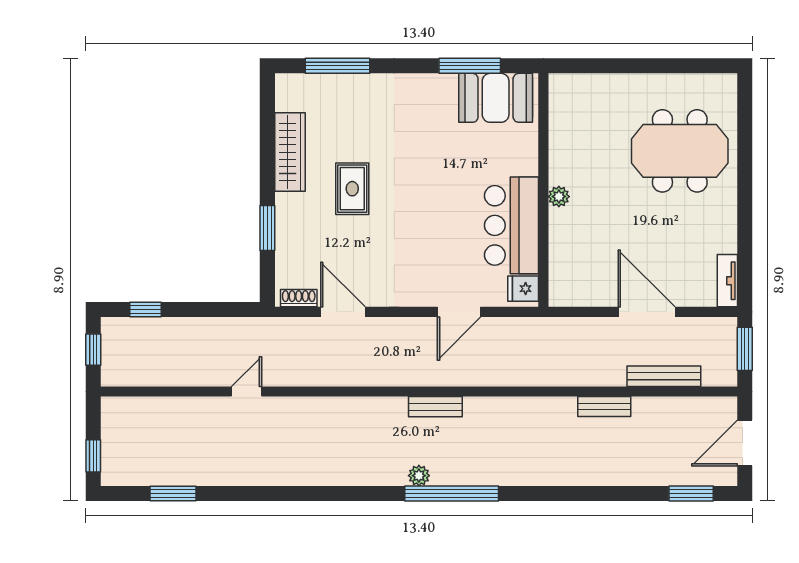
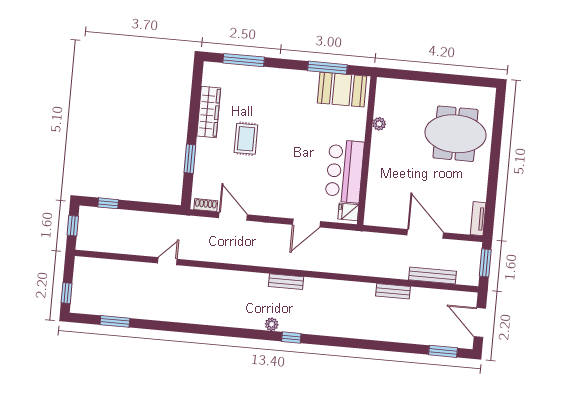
plant: (559, 197) -> (379, 124), moved
door: (745, 443) -> (480, 322), hinge flipped
window: (452, 493) -> (291, 337), width x0.32

